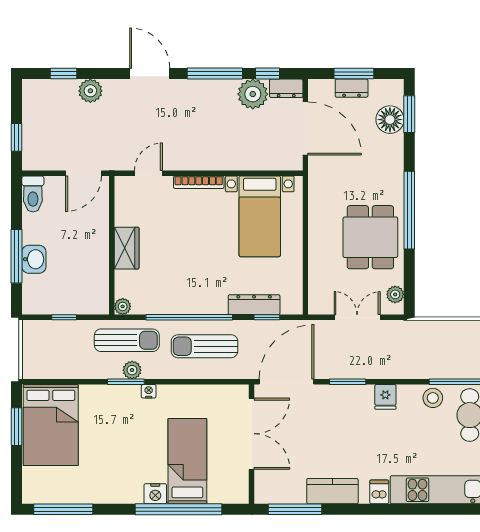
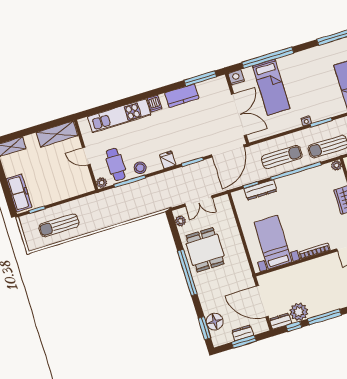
plant: (132, 370) -> (320, 130), removed
double door: (252, 434) -> (239, 115), swing flipped
nightstand: (155, 494) -> (236, 77), moved

